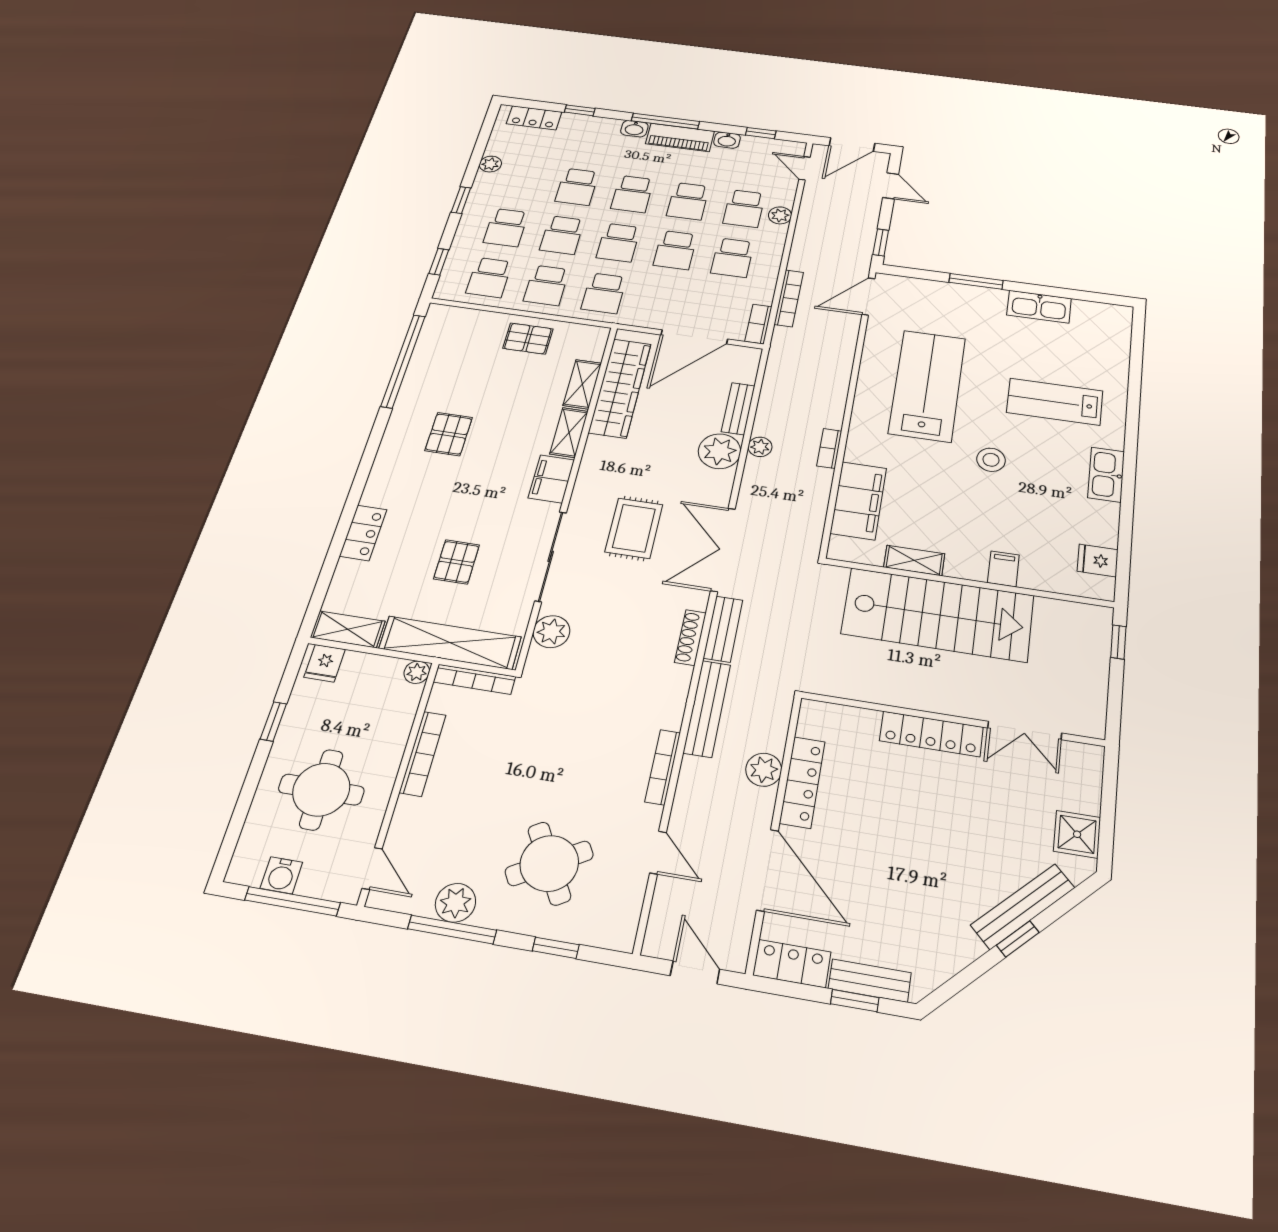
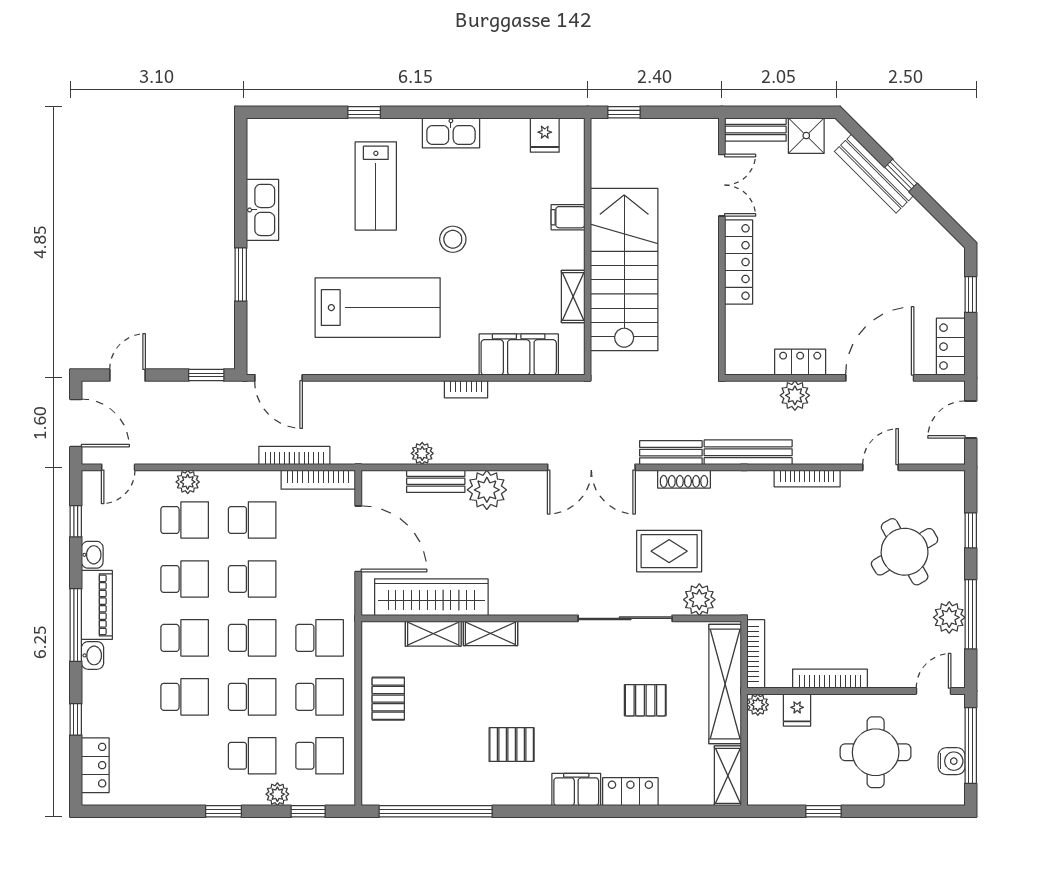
plant: (490, 164) -> (277, 794), moved
bookcase: (758, 324) -> (318, 480), width x1.56
lab bench: (927, 385) -> (378, 308), turned 180
window: (1133, 403) -> (364, 112), added
plant: (760, 447) -> (422, 453), moved
filing cabinet: (551, 479) -> (576, 789), moved, turned 180
rug: (634, 528) -> (669, 551), moved
fridge: (325, 663) -> (797, 710), moved, turned 90
locker: (802, 782) -> (800, 362), width x0.66
bench: (870, 981) -> (756, 129), moved, turned 90

